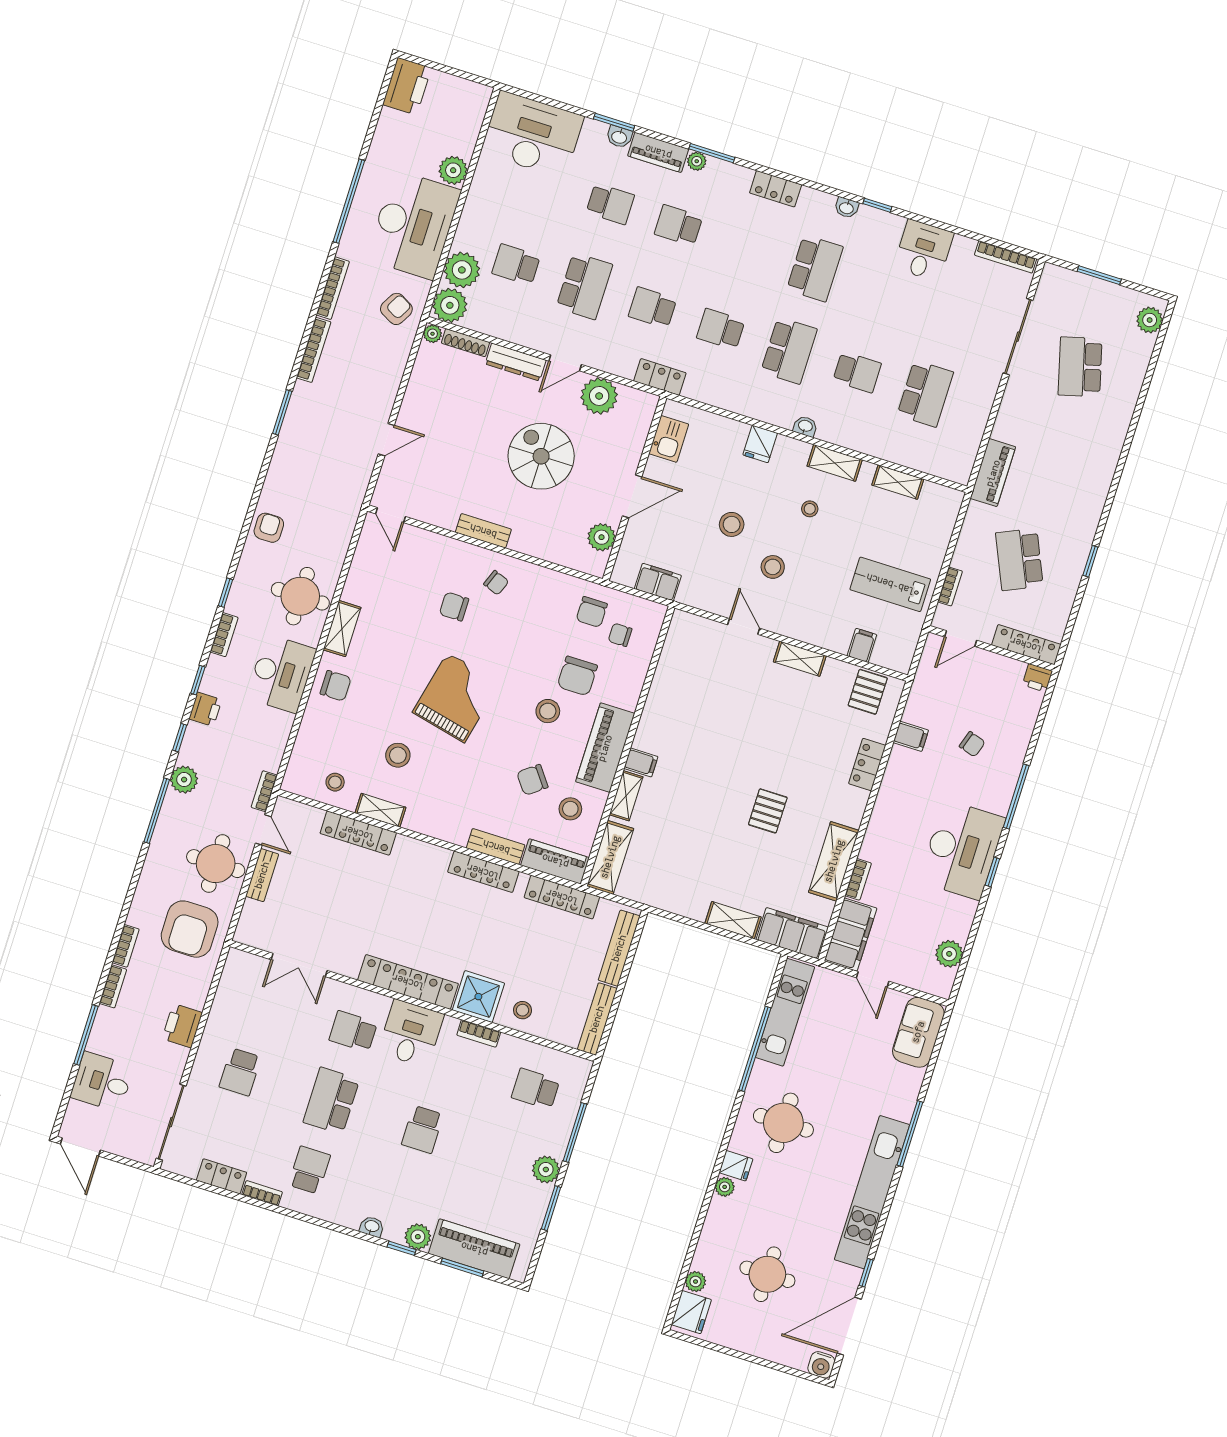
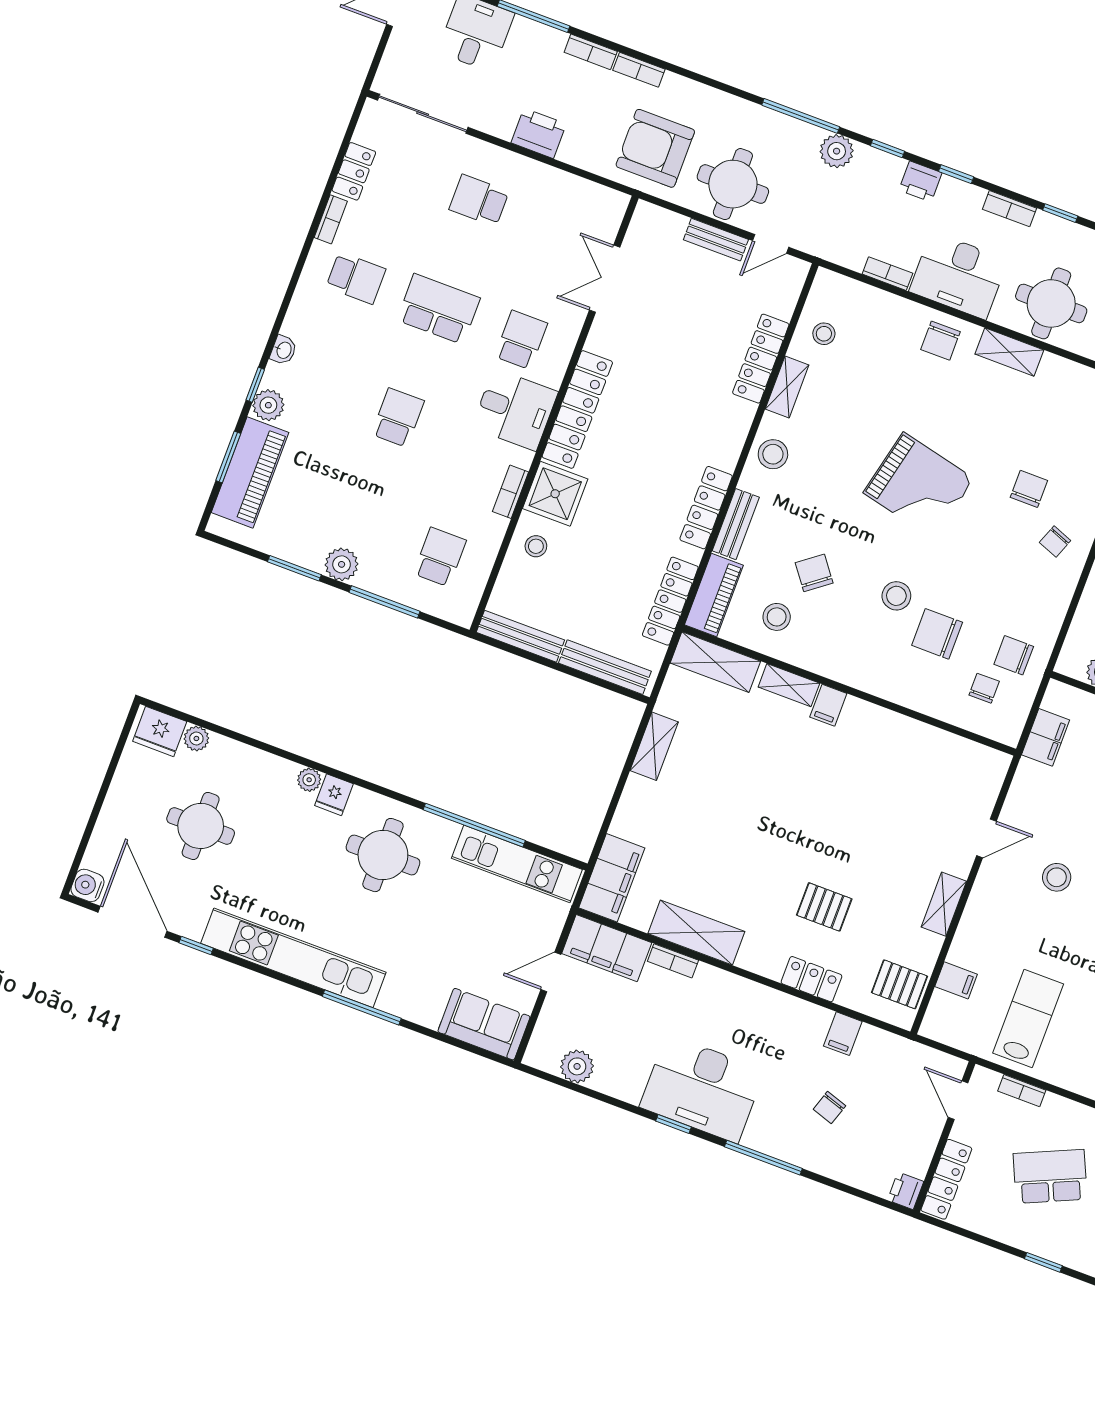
piano: (605, 748) -> (849, 663), removed
stool: (398, 755) -> (773, 454), moved
bookcase: (264, 791) -> (887, 274), moved
pallet: (768, 811) -> (824, 907), moved
shelving: (733, 920) -> (654, 746), moved
school desk: (422, 1129) -> (398, 418), turned 90

